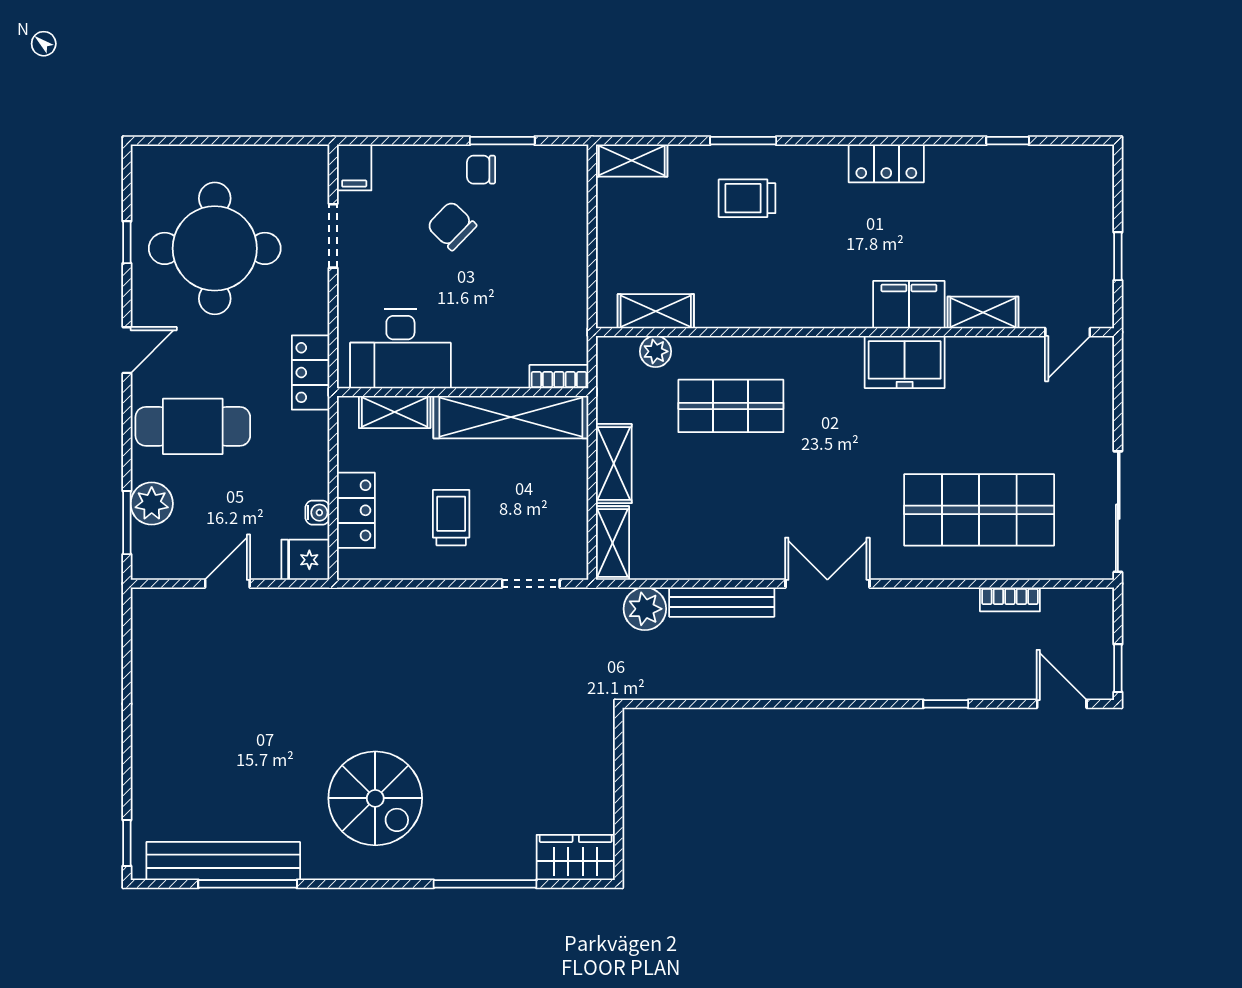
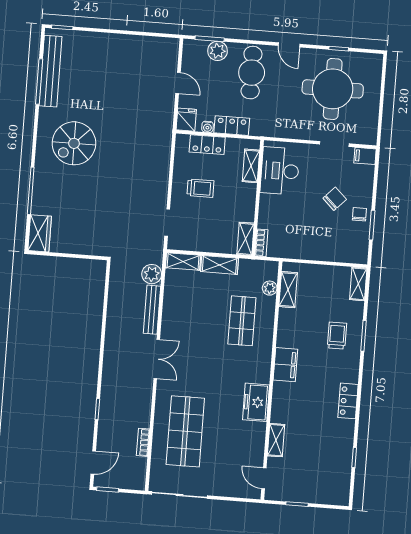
filing cabinet: (909, 305) -> (285, 365), moved
locker: (311, 373) -> (232, 126), moved
shelving: (511, 417) -> (245, 239), width x0.45, depth x0.75

